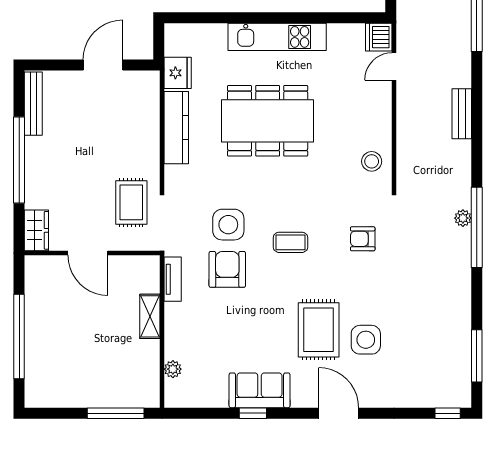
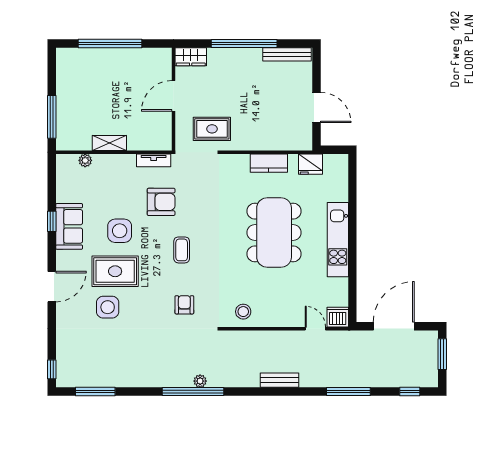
kitchen counter: (176, 128) -> (269, 163), width x0.67
side table: (228, 225) -> (120, 231), moved
shelving: (150, 316) -> (109, 143), moved

